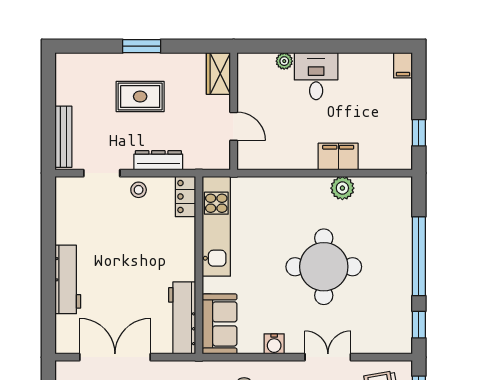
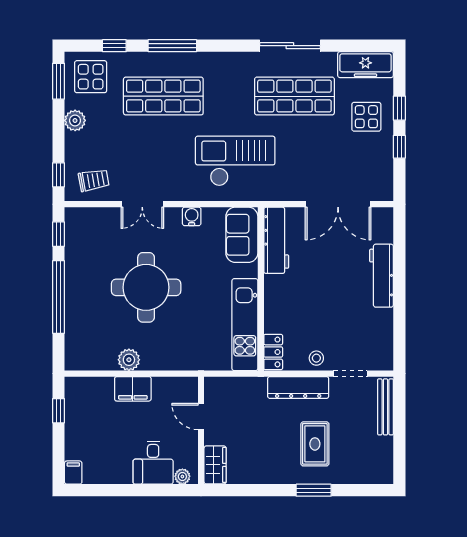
wardrobe: (218, 74) -> (215, 465), moved
rug: (140, 96) -> (315, 444), turned 90
wall: (234, 111) -> (201, 430), moved
door: (234, 126) -> (201, 416), moved
dresser: (158, 160) -> (298, 387), width x1.37, depth x1.24

